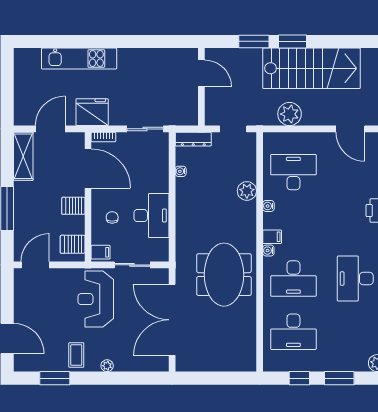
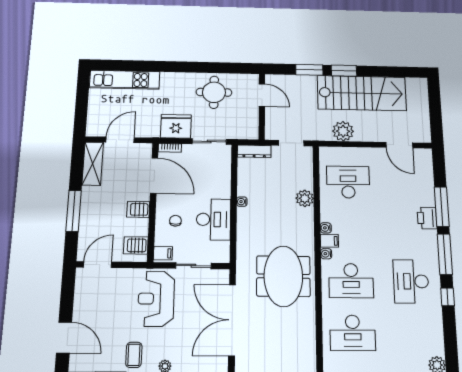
kitchen unit: (79, 59) -> (125, 80), moved
round table: (149, 71) -> (214, 92), added
fridge: (92, 112) -> (176, 126), moved
water cooler: (181, 171) -> (242, 202), moved
water cooler: (268, 206) -> (326, 228), moved

